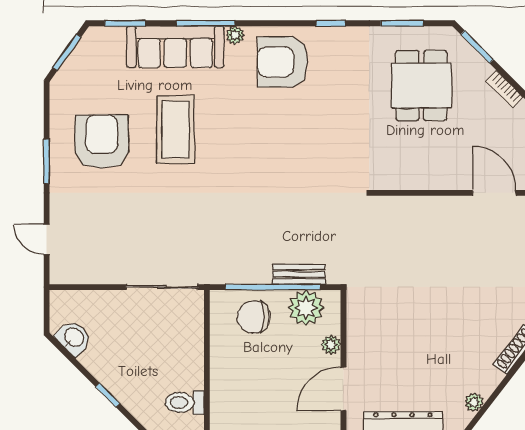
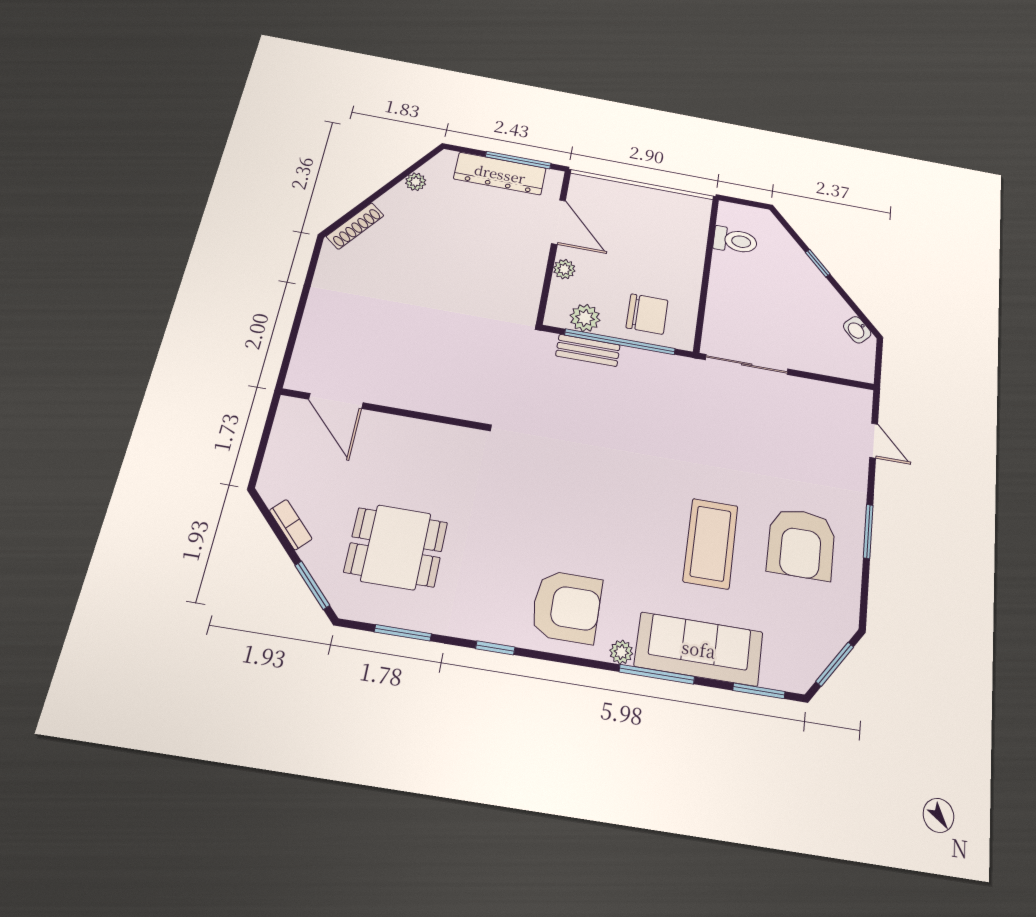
dining table: (421, 86) -> (396, 547), turned 90
plant: (306, 308) -> (585, 318), width x0.73, depth x0.73
washbasin: (74, 338) -> (857, 330), width x0.72, depth x0.69
door: (344, 389) -> (558, 222), hinge flipped

